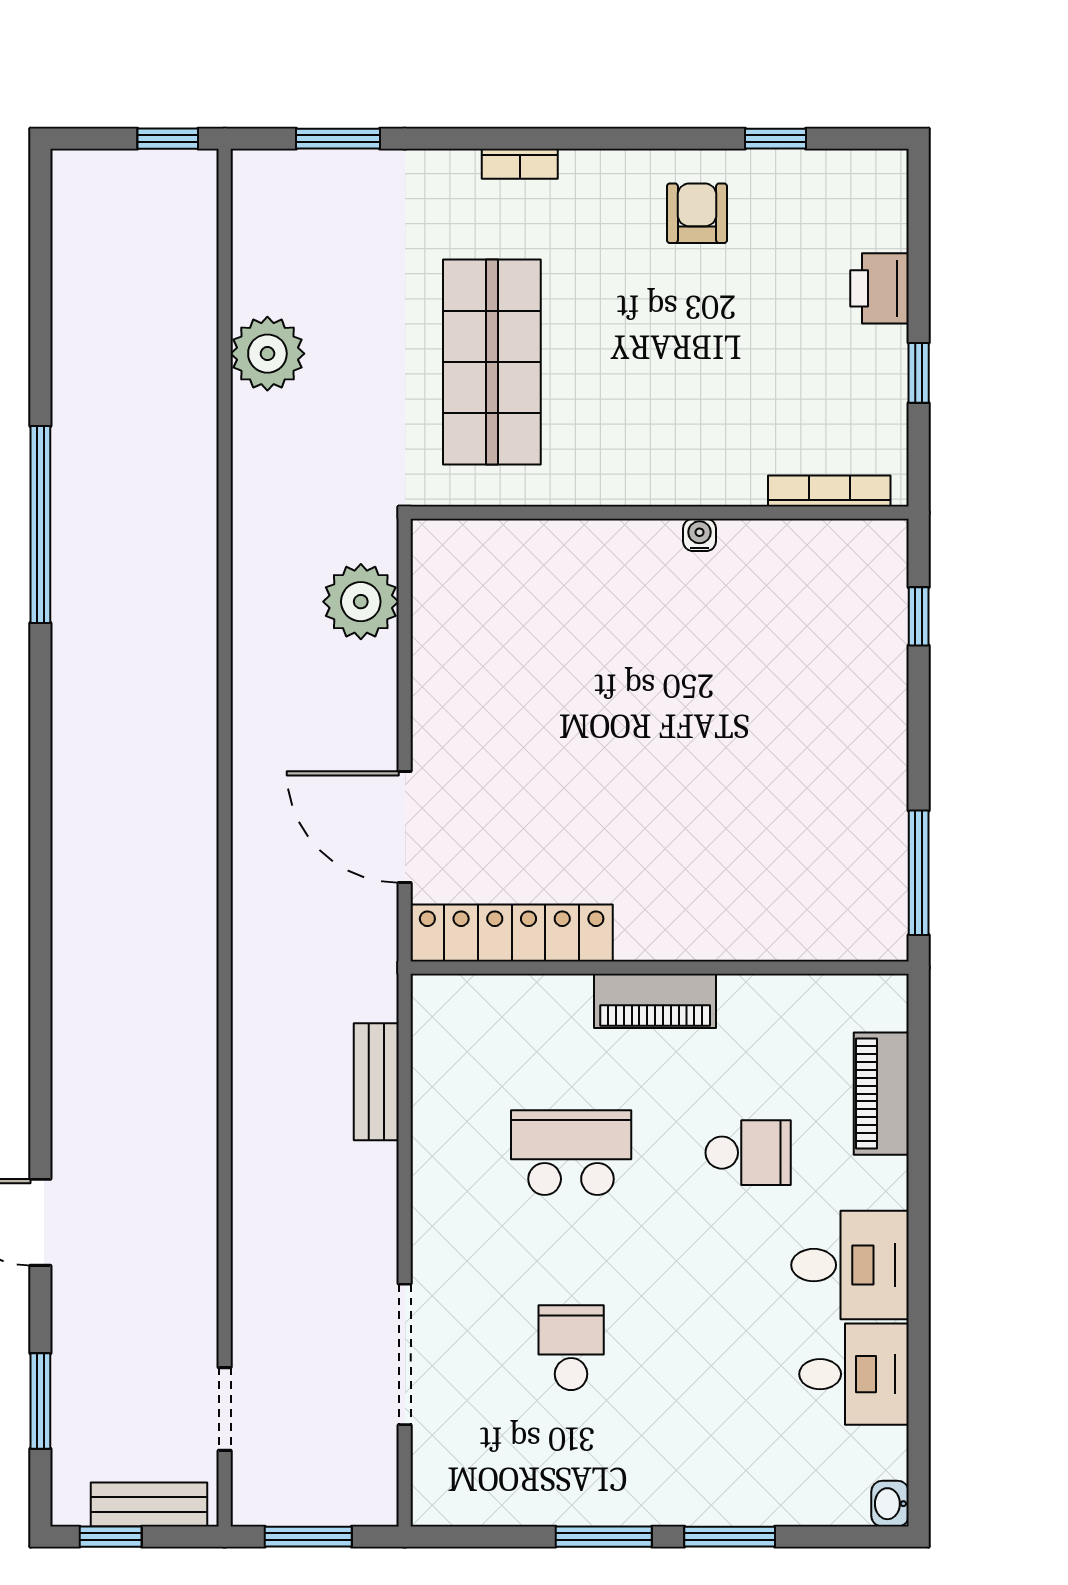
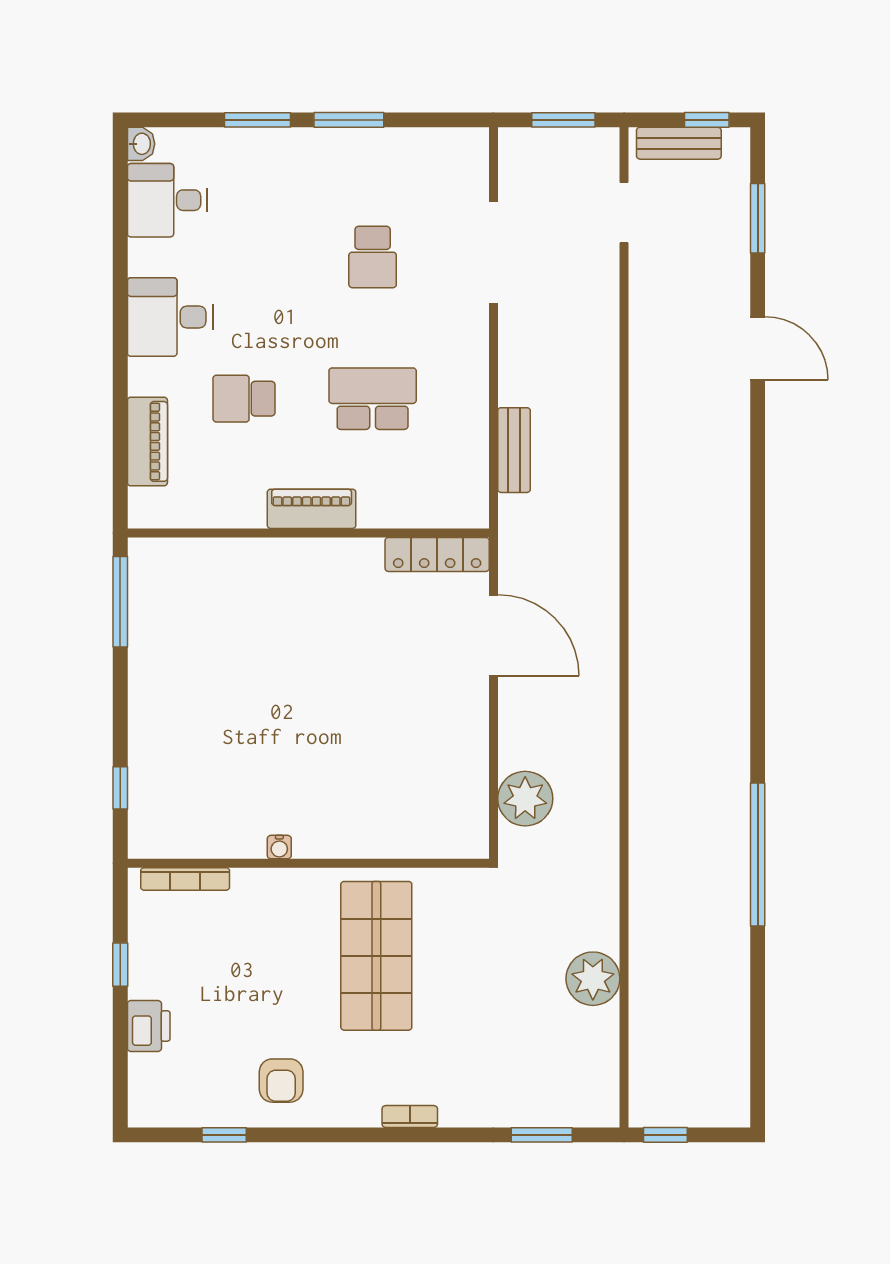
shop shelf: (492, 362) -> (376, 956), moved
locker: (512, 933) -> (437, 554), width x0.71, depth x0.83
school desk: (571, 1153) -> (373, 399), turned 180
desk: (854, 1374) -> (167, 200), moved

